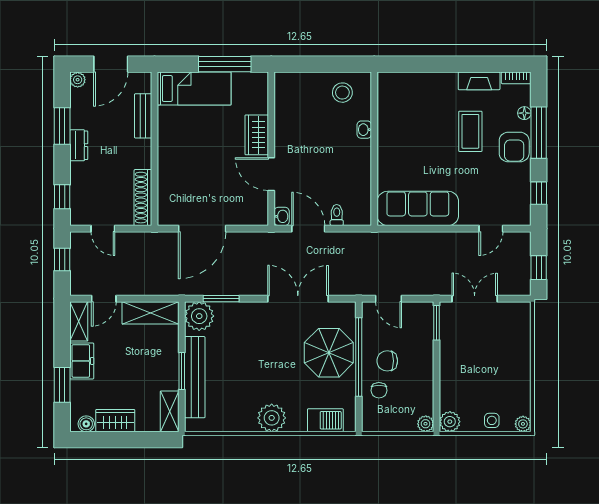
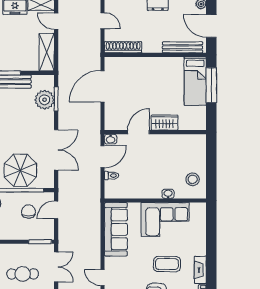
window: (225, 64) -> (211, 85), moved
bench: (143, 116) -> (182, 47), width x1.36
corner sofa: (403, 134) -> (165, 220), added
door: (103, 229) -> (102, 21), swing flipped
door: (202, 229) -> (102, 86), hinge flipped
plant: (199, 316) -> (45, 100), moved
cafe table: (485, 349) -> (23, 274), added
chair: (387, 361) -> (29, 212), moved

